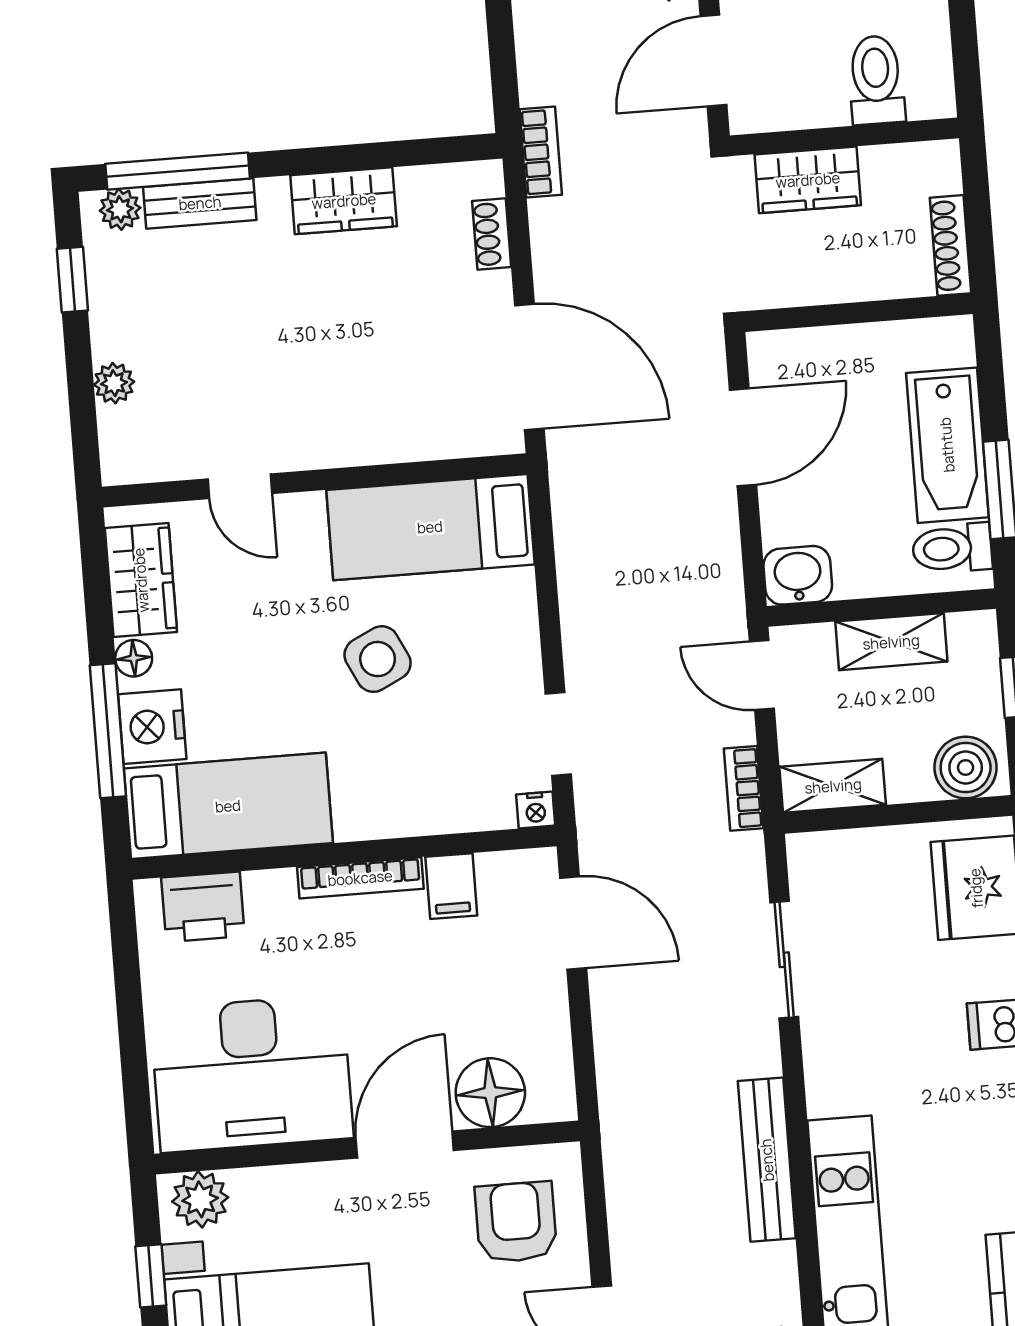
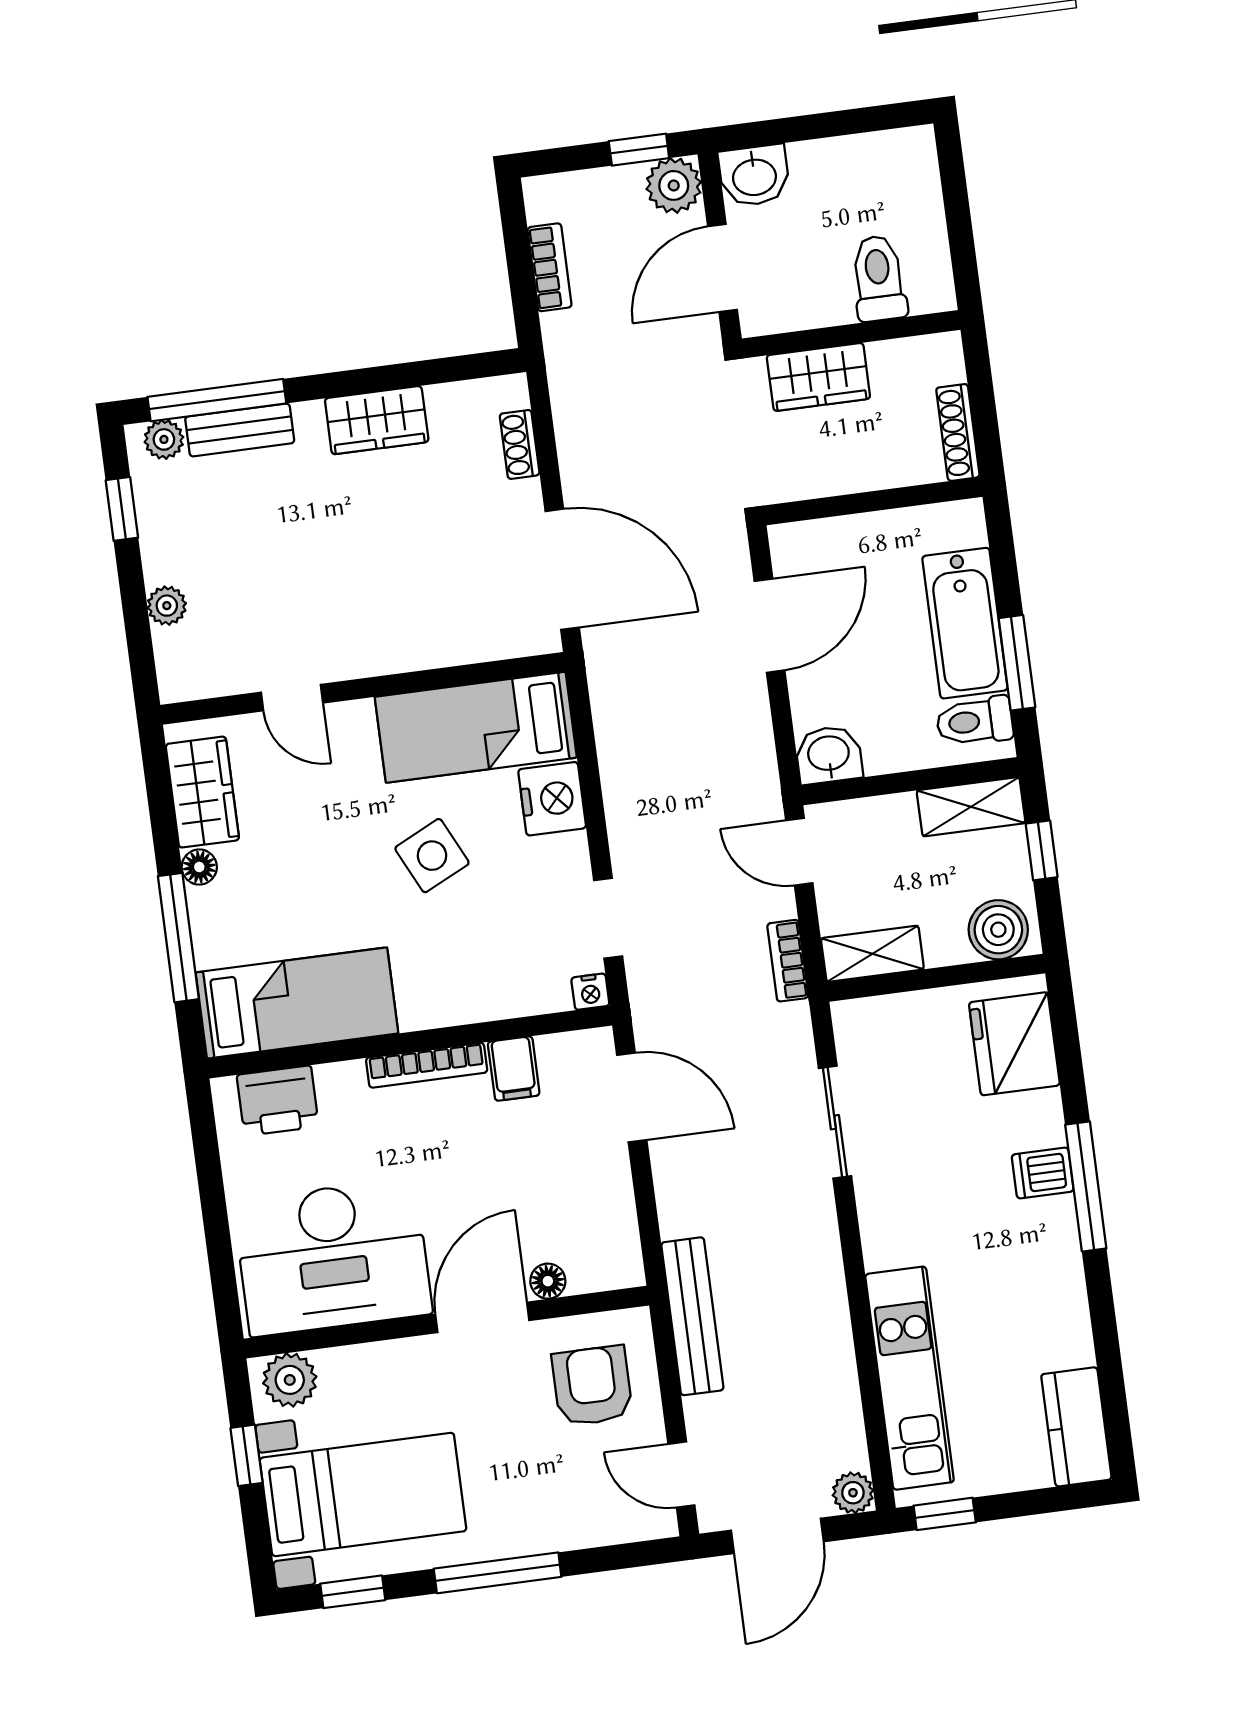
bookcase: (541, 152) -> (550, 267), moved
shelving: (891, 642) -> (971, 807), moved
nightstand: (152, 727) -> (552, 799), moved, turned 180
floor lamp: (490, 1093) -> (548, 1281), width x0.53, depth x0.53
bench: (767, 1160) -> (692, 1316), moved

